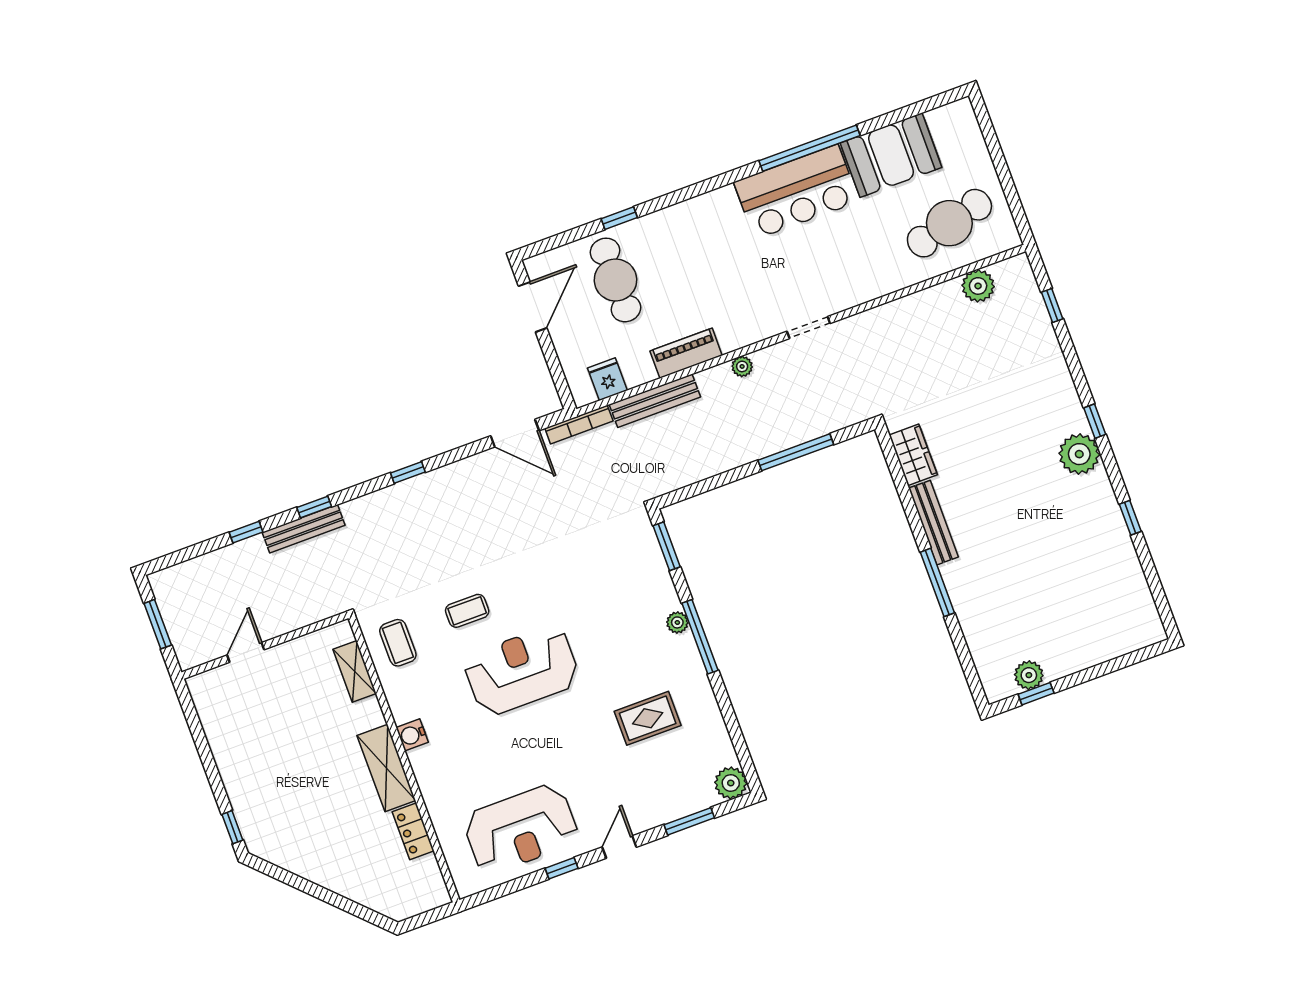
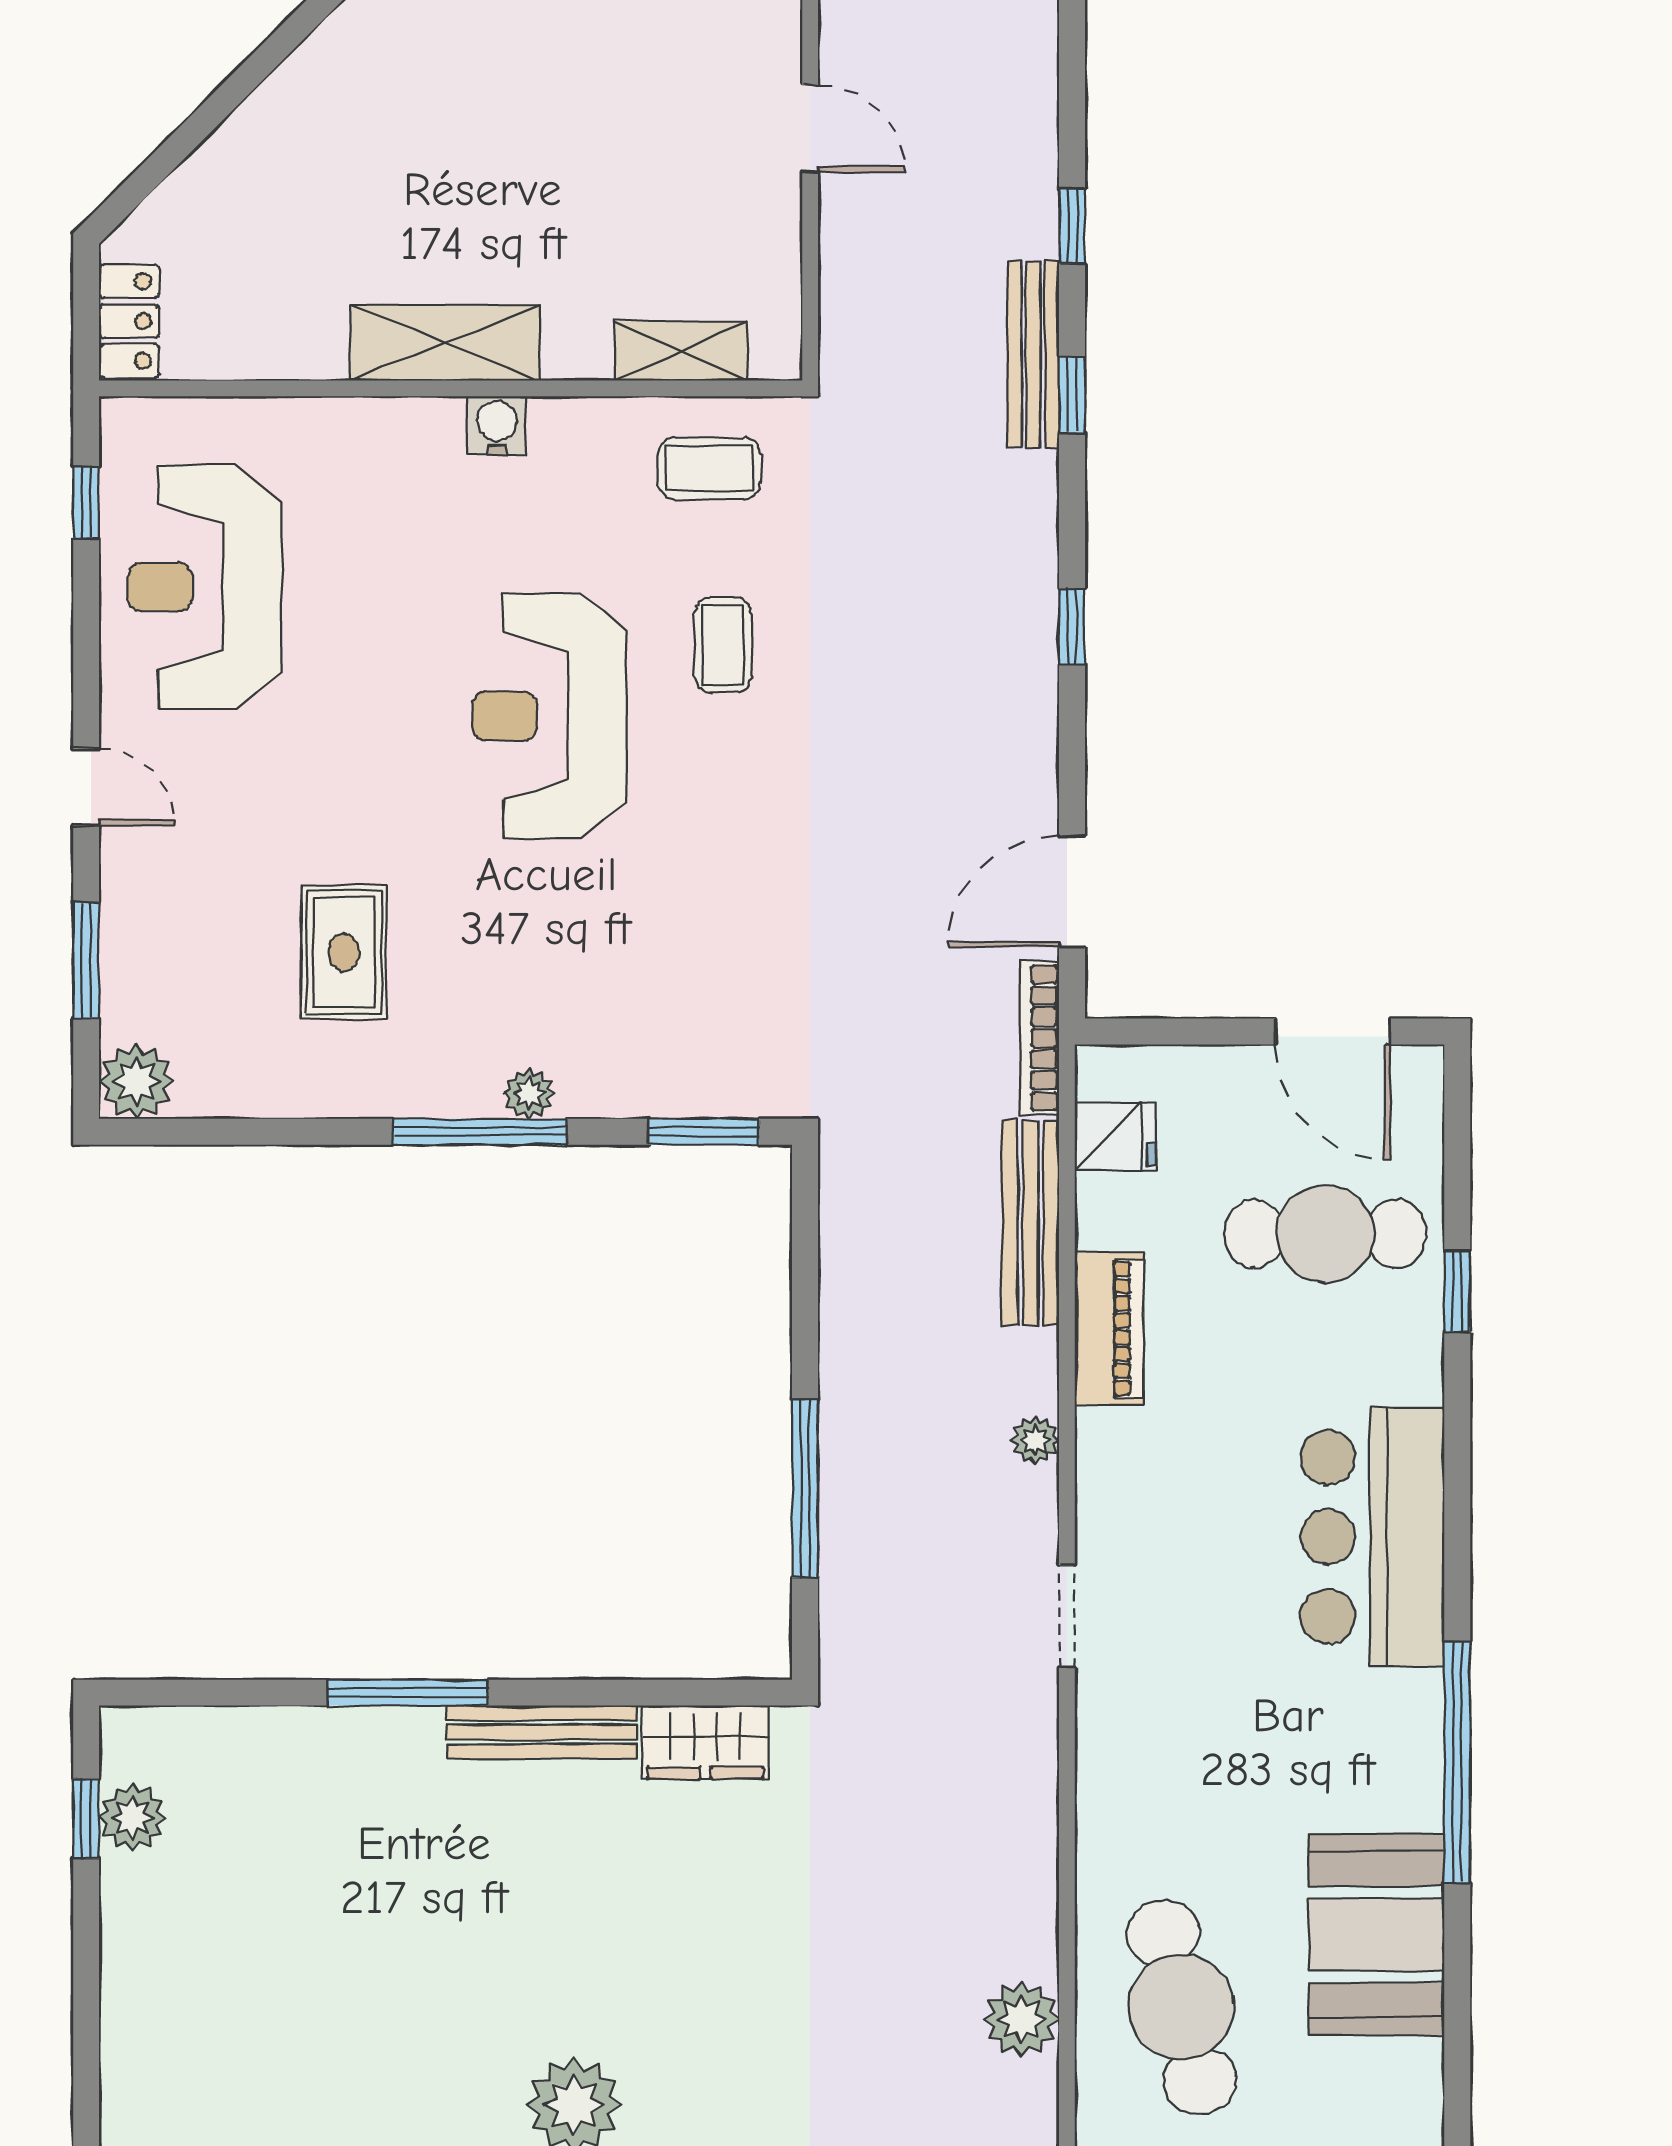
bar counter: (796, 192) -> (1372, 1537), moved
reception desk: (522, 670) -> (549, 716), turned 180
locker: (413, 831) -> (129, 321), moved, turned 90
window: (562, 868) -> (86, 503), moved

